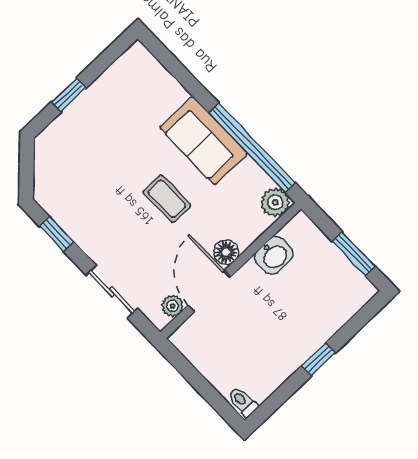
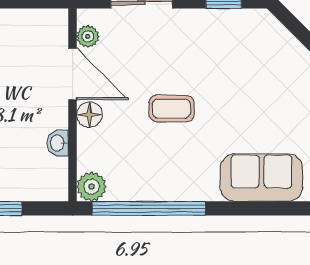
sofa: (204, 140) -> (261, 178), moved
washbasin: (274, 255) -> (58, 143), width x0.72, depth x0.69

